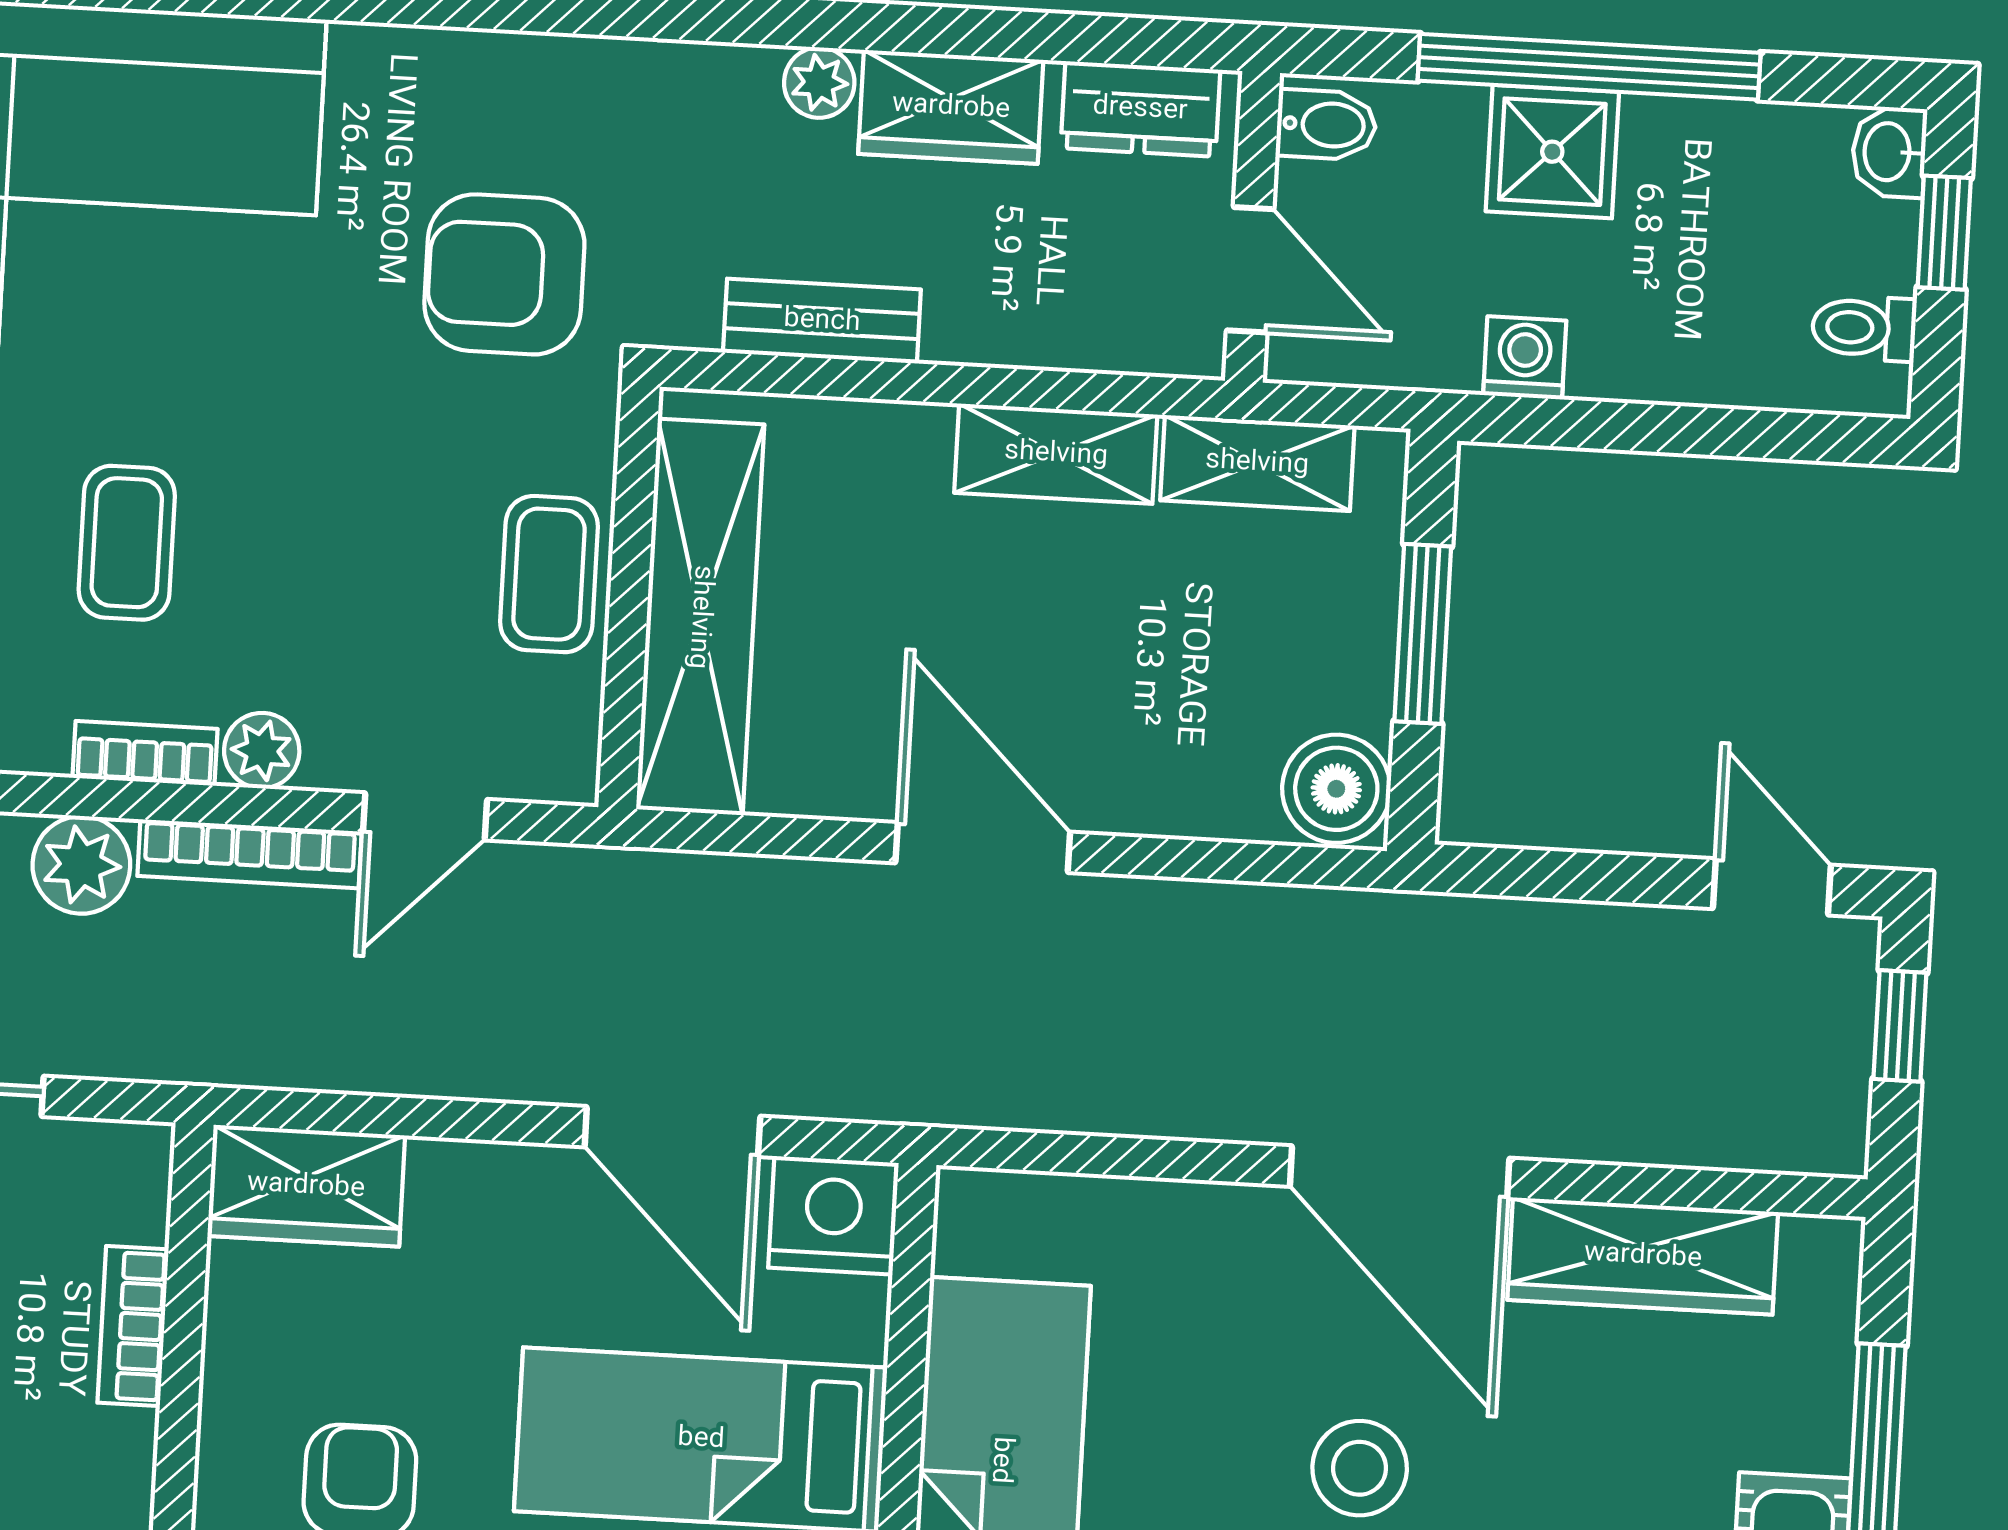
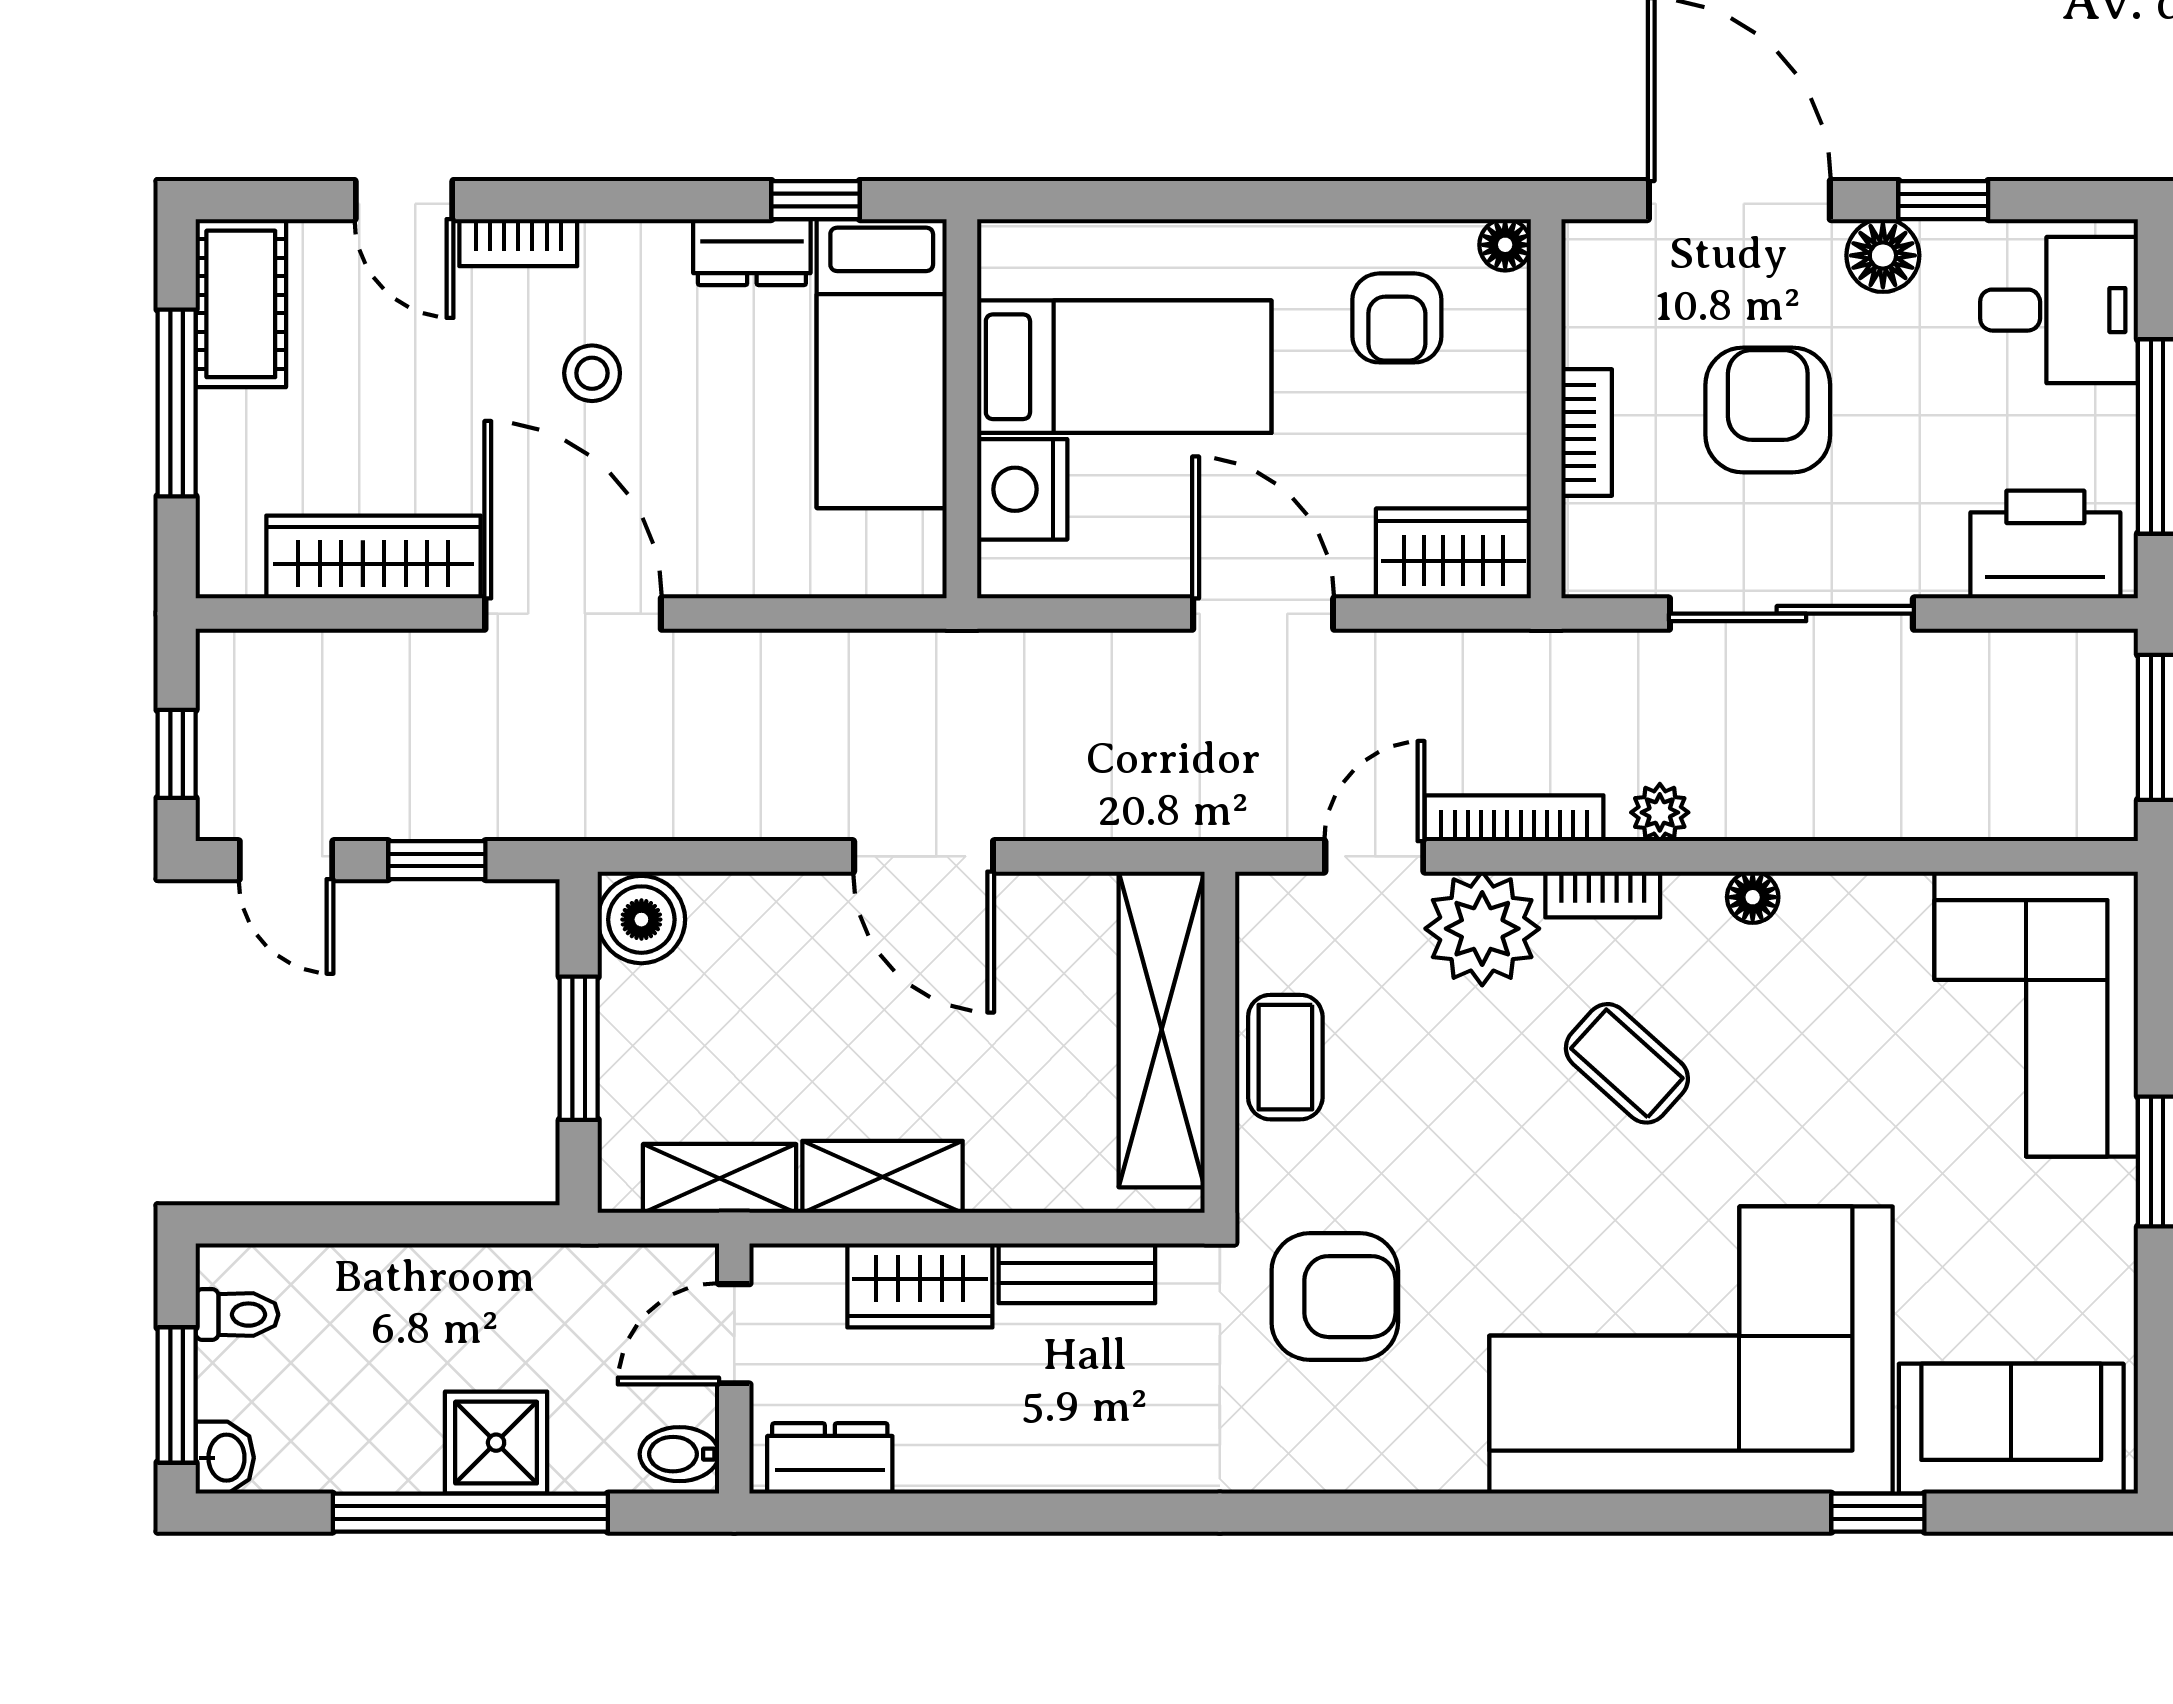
plant: (819, 83) -> (1090, 1465), removed
wardrobe: (951, 107) -> (920, 1285), moved, turned 180
window: (1944, 233) -> (177, 1395), width x1.50
door: (1250, 270) -> (734, 1334), hinge flipped
washing machine: (1525, 358) -> (509, 1275), removed
coffee table: (127, 543) -> (1627, 1063), turned -48
plant: (262, 751) -> (1482, 929), width x1.88, depth x1.88
plant: (81, 865) -> (1660, 812), width x0.73, depth x0.73
window: (1585, 876) -> (437, 860), added
door: (672, 1132) -> (1263, 614), moved
nightstand: (833, 1215) -> (1022, 489), moved, turned 90
stool: (1360, 1468) -> (592, 373), width x0.73, depth x0.73

